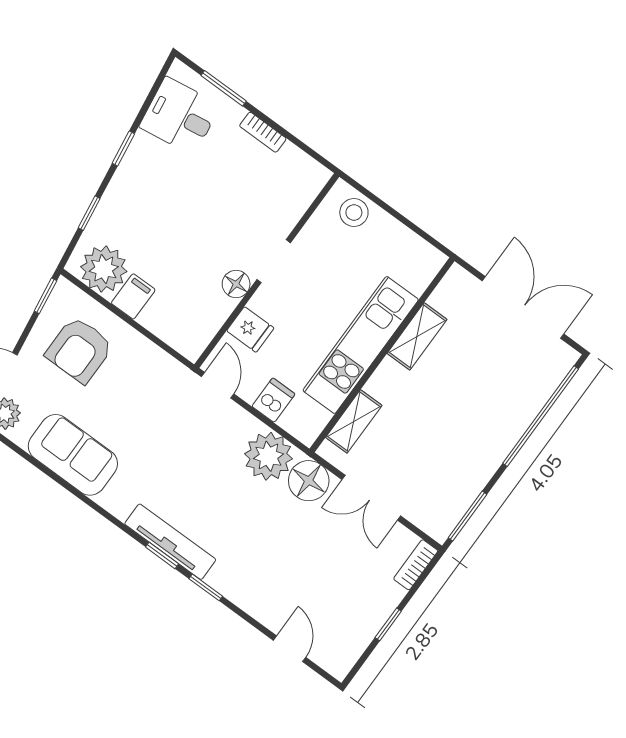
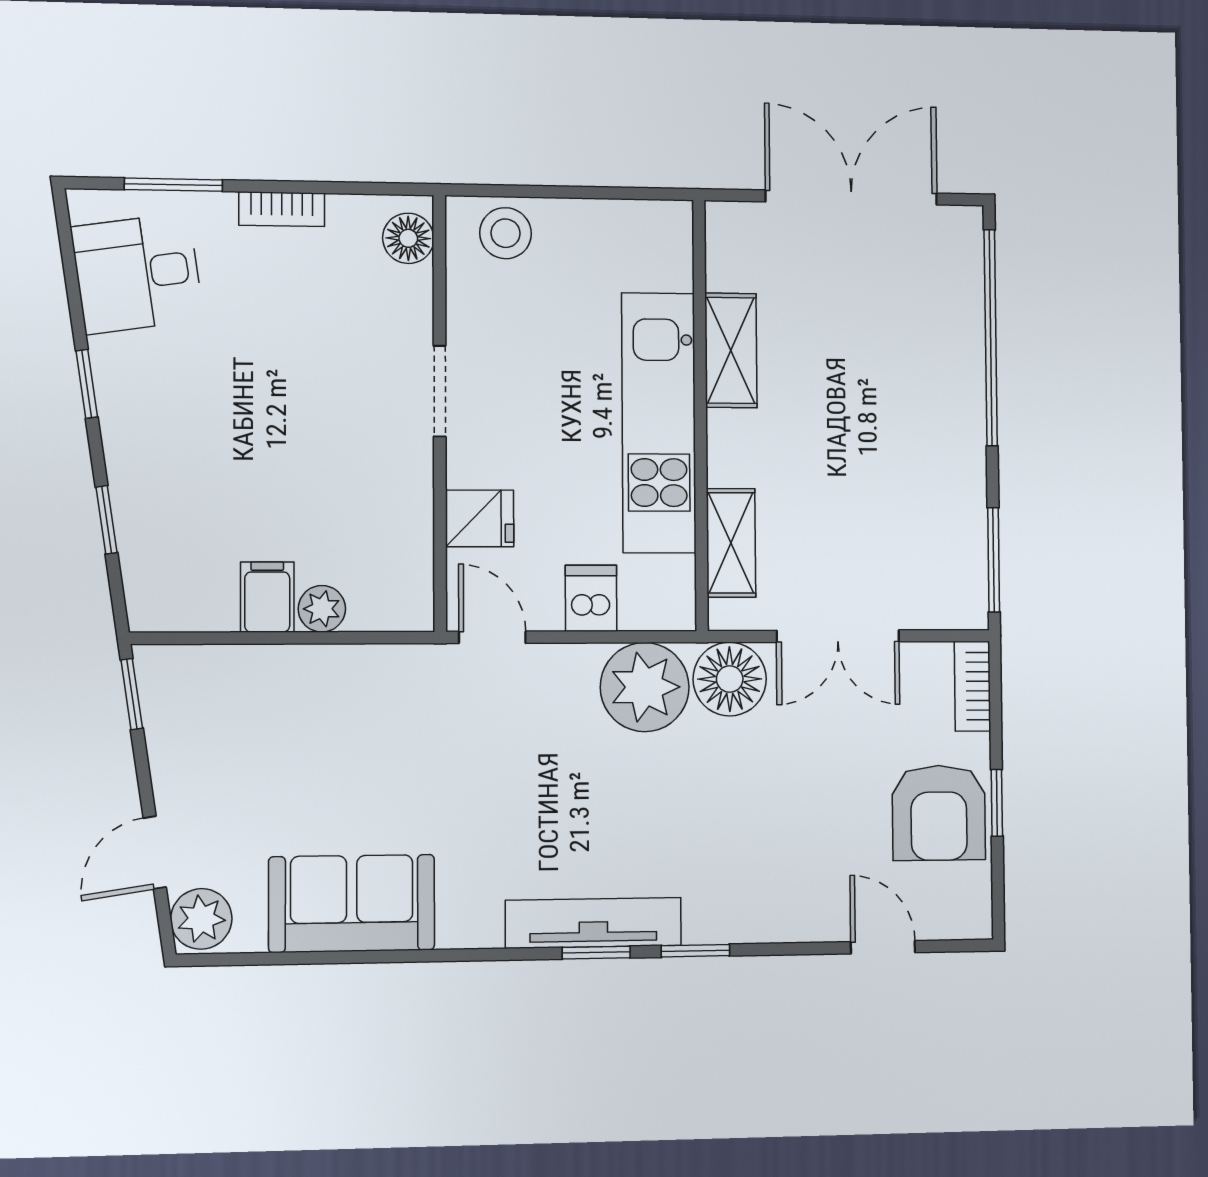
plant: (104, 269) -> (322, 609), moved, width x0.53, depth x0.53
floor lamp: (236, 284) -> (408, 238), moved
armchair: (79, 350) -> (939, 813), moved

